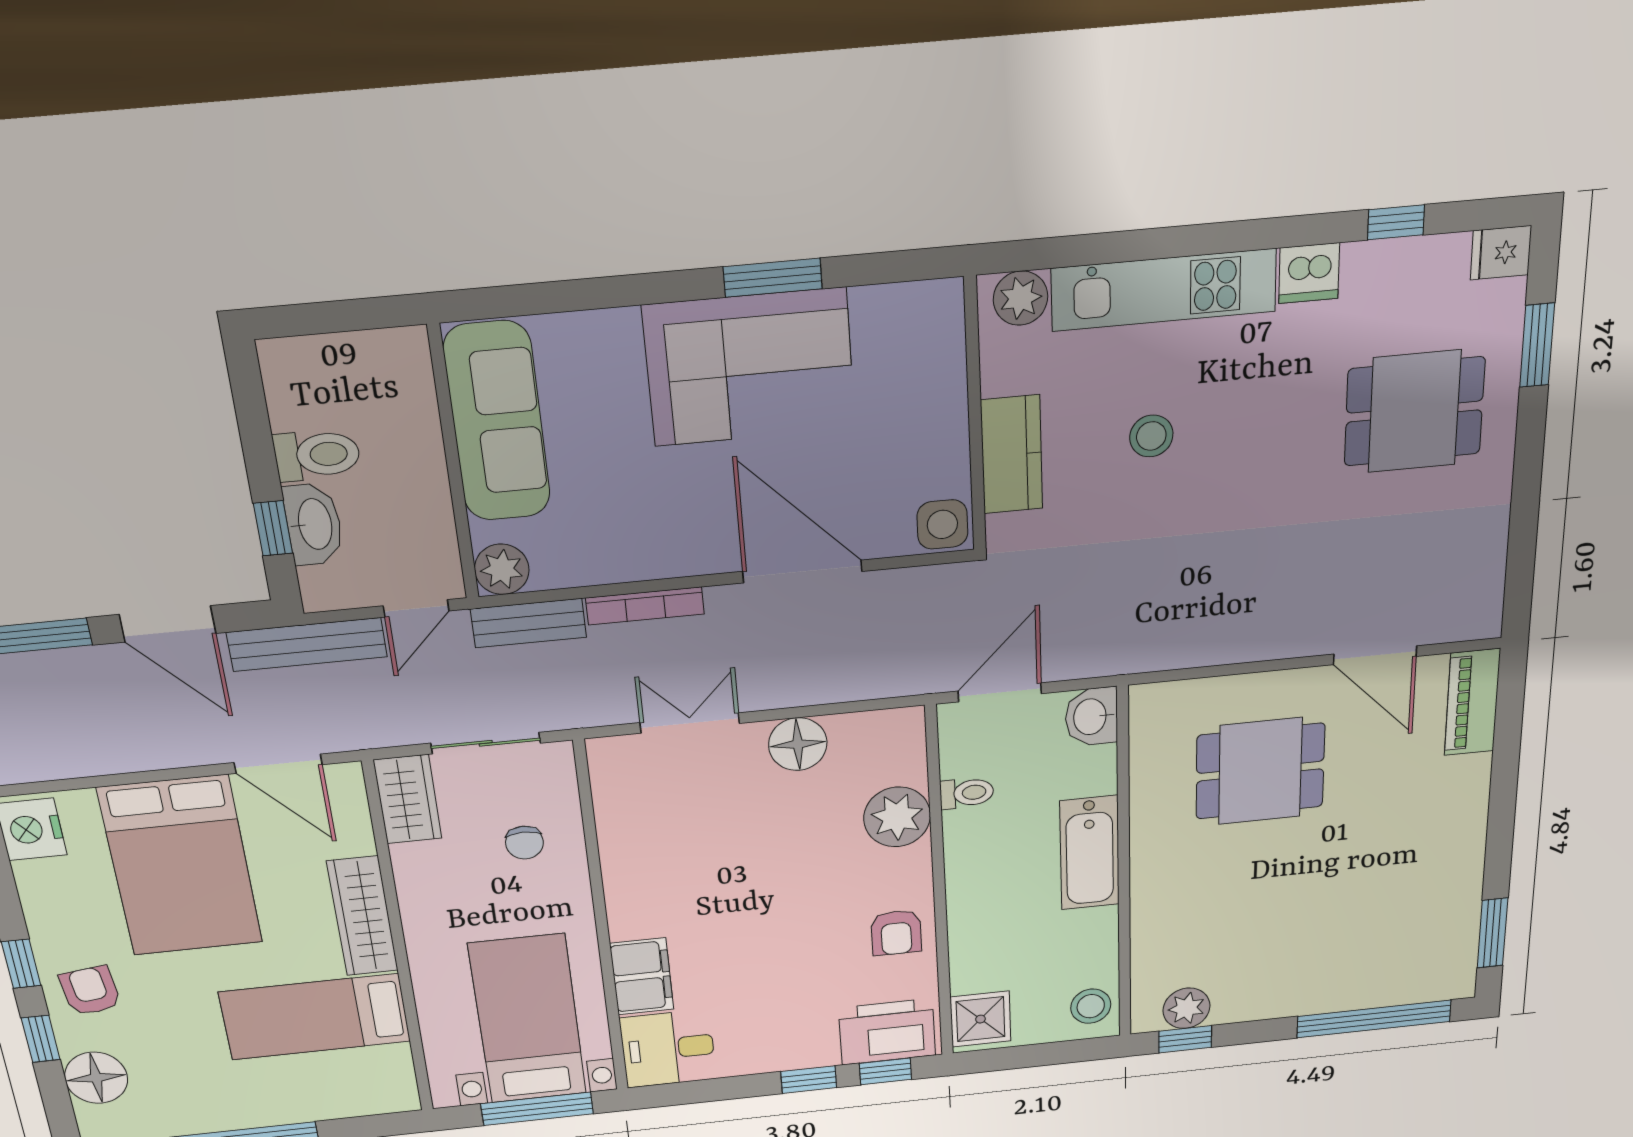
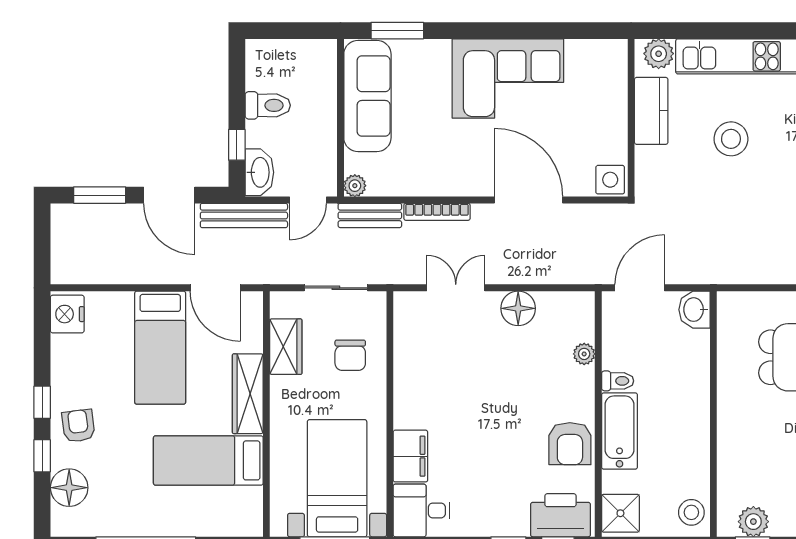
window: (773, 278) -> (397, 31), moved
stool: (1151, 436) -> (731, 139), width x1.38, depth x1.38
kitchen counter: (1012, 455) -> (651, 111), moved
washbasin: (314, 524) -> (259, 172), moved
plant: (502, 569) -> (355, 186), width x0.73, depth x0.73
toilet: (967, 793) -> (618, 381), moved
wardrobe: (408, 799) -> (286, 347), moved
plant: (897, 817) -> (584, 354), width x0.53, depth x0.53
chair: (524, 843) -> (350, 355), width x1.37, depth x1.37
bathtub: (1090, 853) -> (620, 431), moved, turned 180
bed: (181, 866) -> (160, 348), width x0.67
armchair: (896, 933) -> (570, 444), width x1.38, depth x1.38

